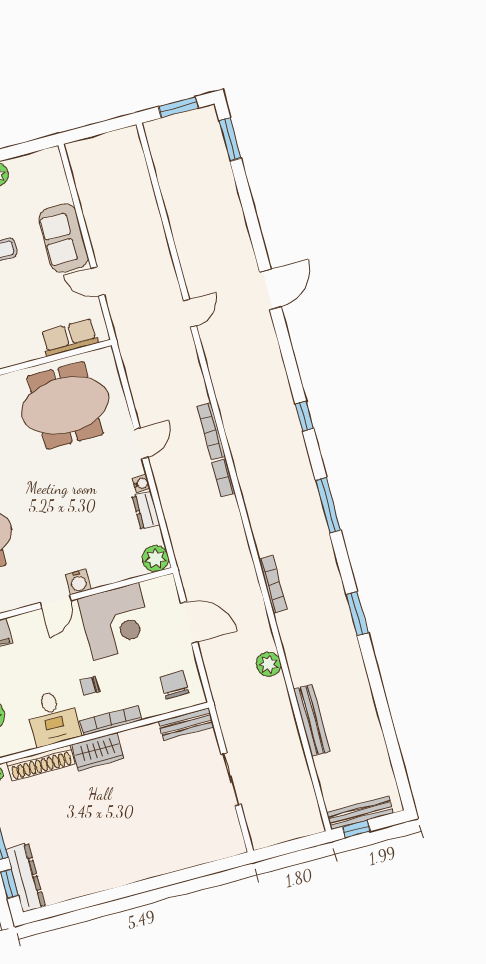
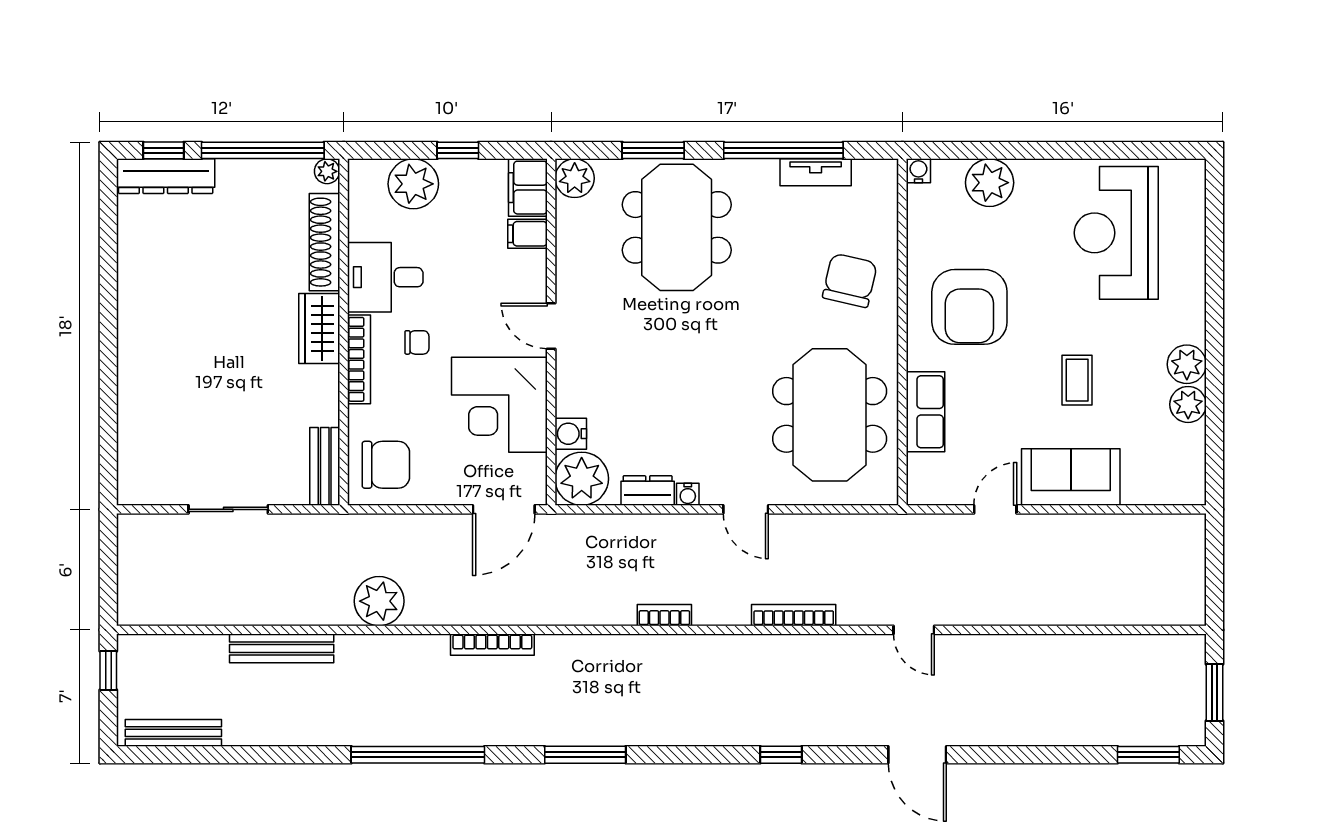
row of seats: (69, 337) -> (926, 412), moved
window: (304, 416) -> (781, 755), moved
bookcase: (211, 431) -> (794, 615), moved
plant: (155, 559) -> (582, 479), width x1.36, depth x1.36
water cooler: (78, 582) -> (571, 434), moved
window: (357, 613) -> (418, 755), width x2.11
door: (189, 623) -> (504, 509), moved
plant: (269, 664) -> (379, 601), width x1.36, depth x1.36
chair: (175, 685) -> (386, 465), width x1.37, depth x1.37
chair: (90, 686) -> (417, 342), turned 90
bench: (360, 813) -> (173, 733), moved, turned 90

